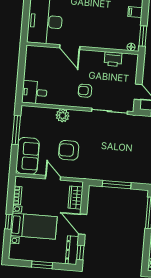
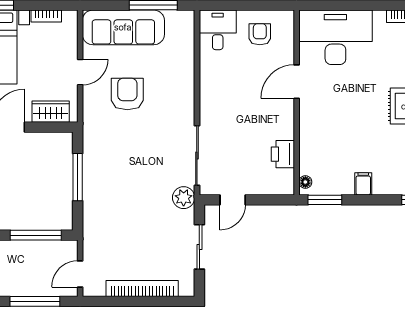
armchair: (85, 91) -> (260, 34), moved
plant: (63, 115) -> (184, 198), moved
sofa: (28, 156) -> (123, 27), width x1.36

